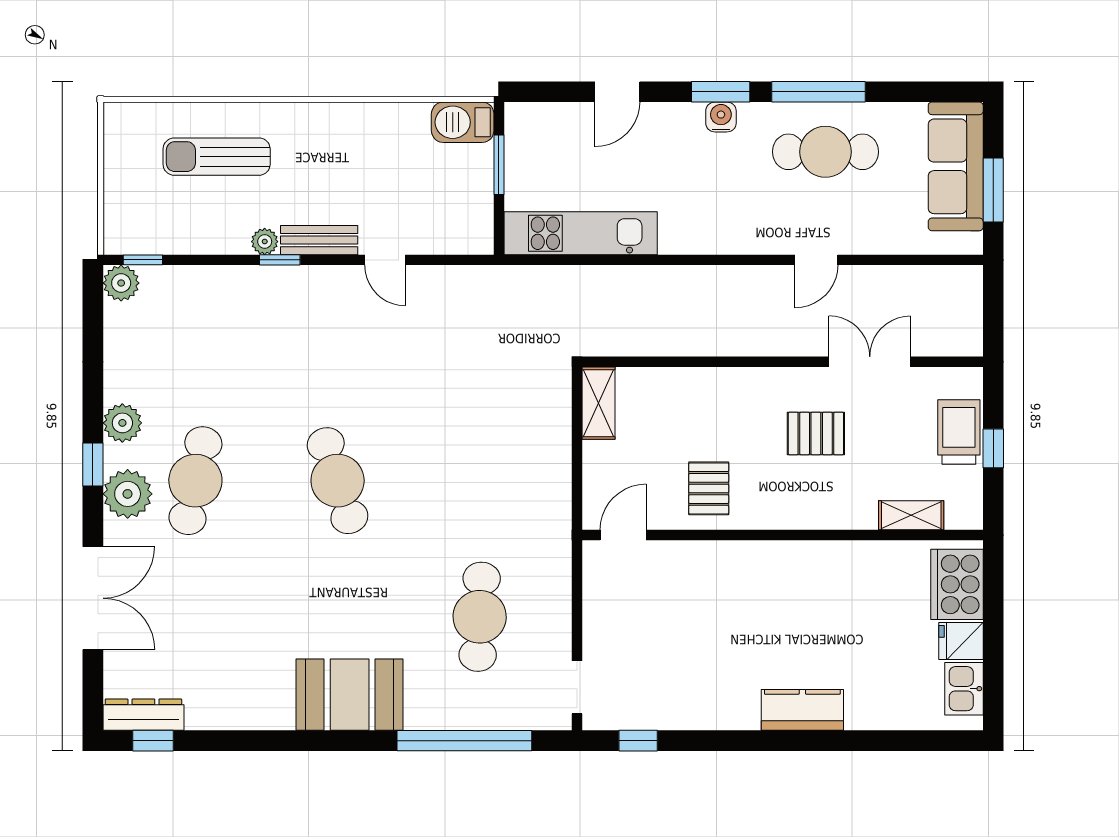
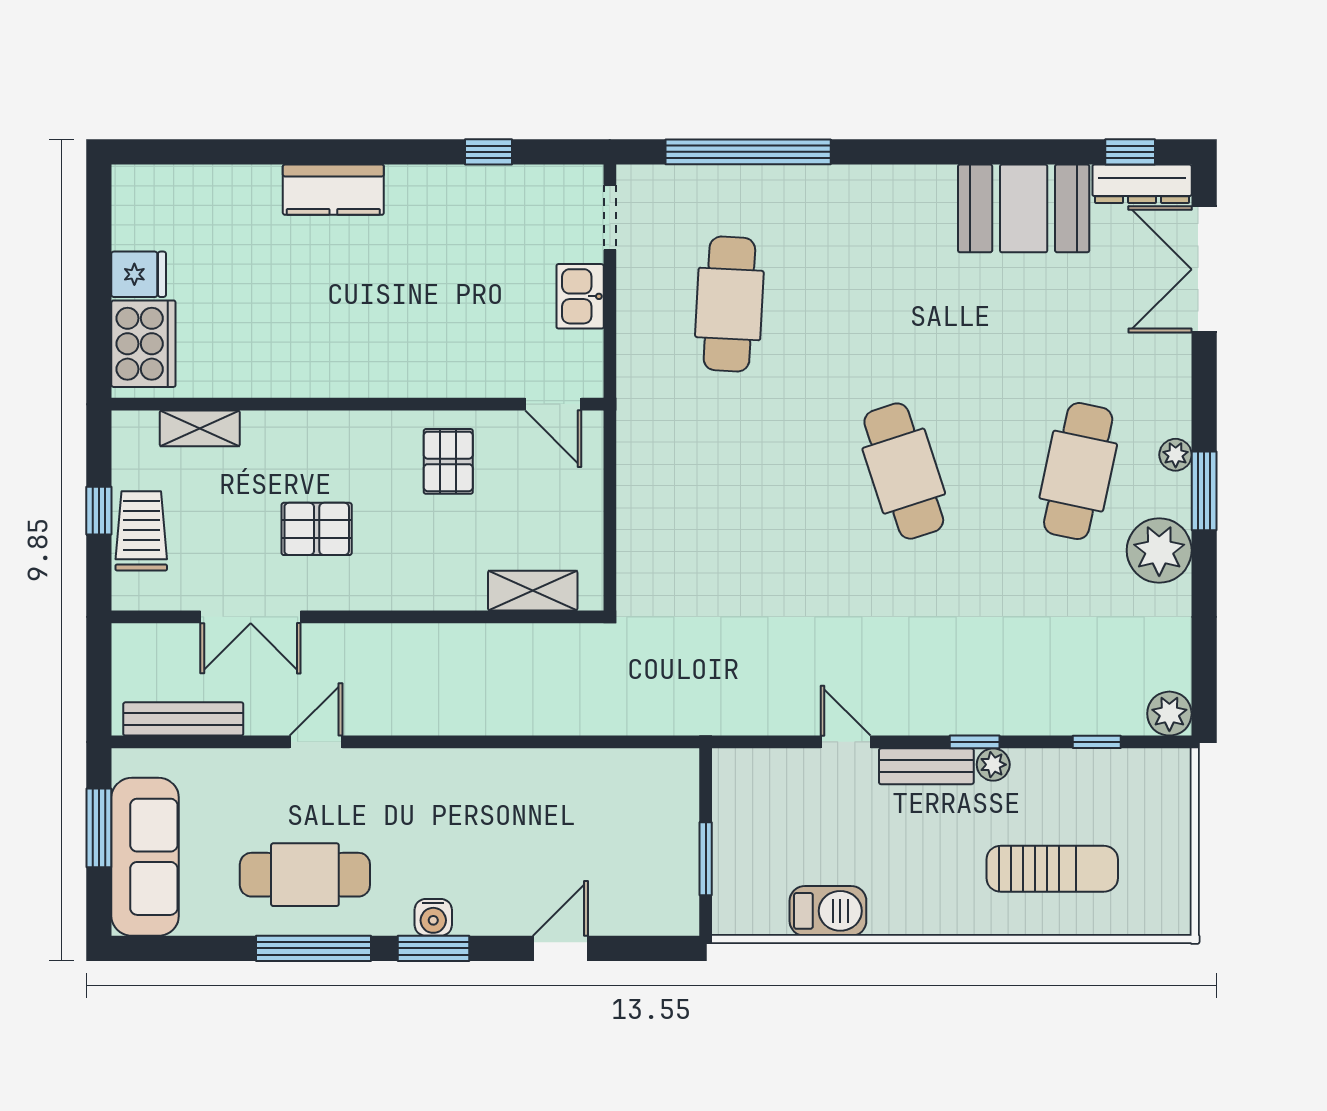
barbecue: (463, 122) -> (828, 911), moved
kitchen unit: (581, 233) -> (606, 775), removed
window: (143, 260) -> (1097, 742), moved
bench: (925, 279) -> (183, 719), added
shelving: (598, 403) -> (533, 591), moved, turned 90
plant: (122, 423) -> (1159, 550), width x1.36, depth x1.36
trolley: (959, 432) -> (141, 531), turned 180
window: (93, 464) -> (1204, 491), width x1.50
plant: (128, 494) -> (1176, 455), width x0.53, depth x0.53
door: (623, 535) -> (553, 404), hinge flipped
double door: (93, 598) -> (1204, 269), moved
kitchen sink: (964, 689) -> (580, 296), moved, turned 180
booth: (350, 695) -> (1024, 208), moved
window: (638, 741) -> (488, 152), moved

